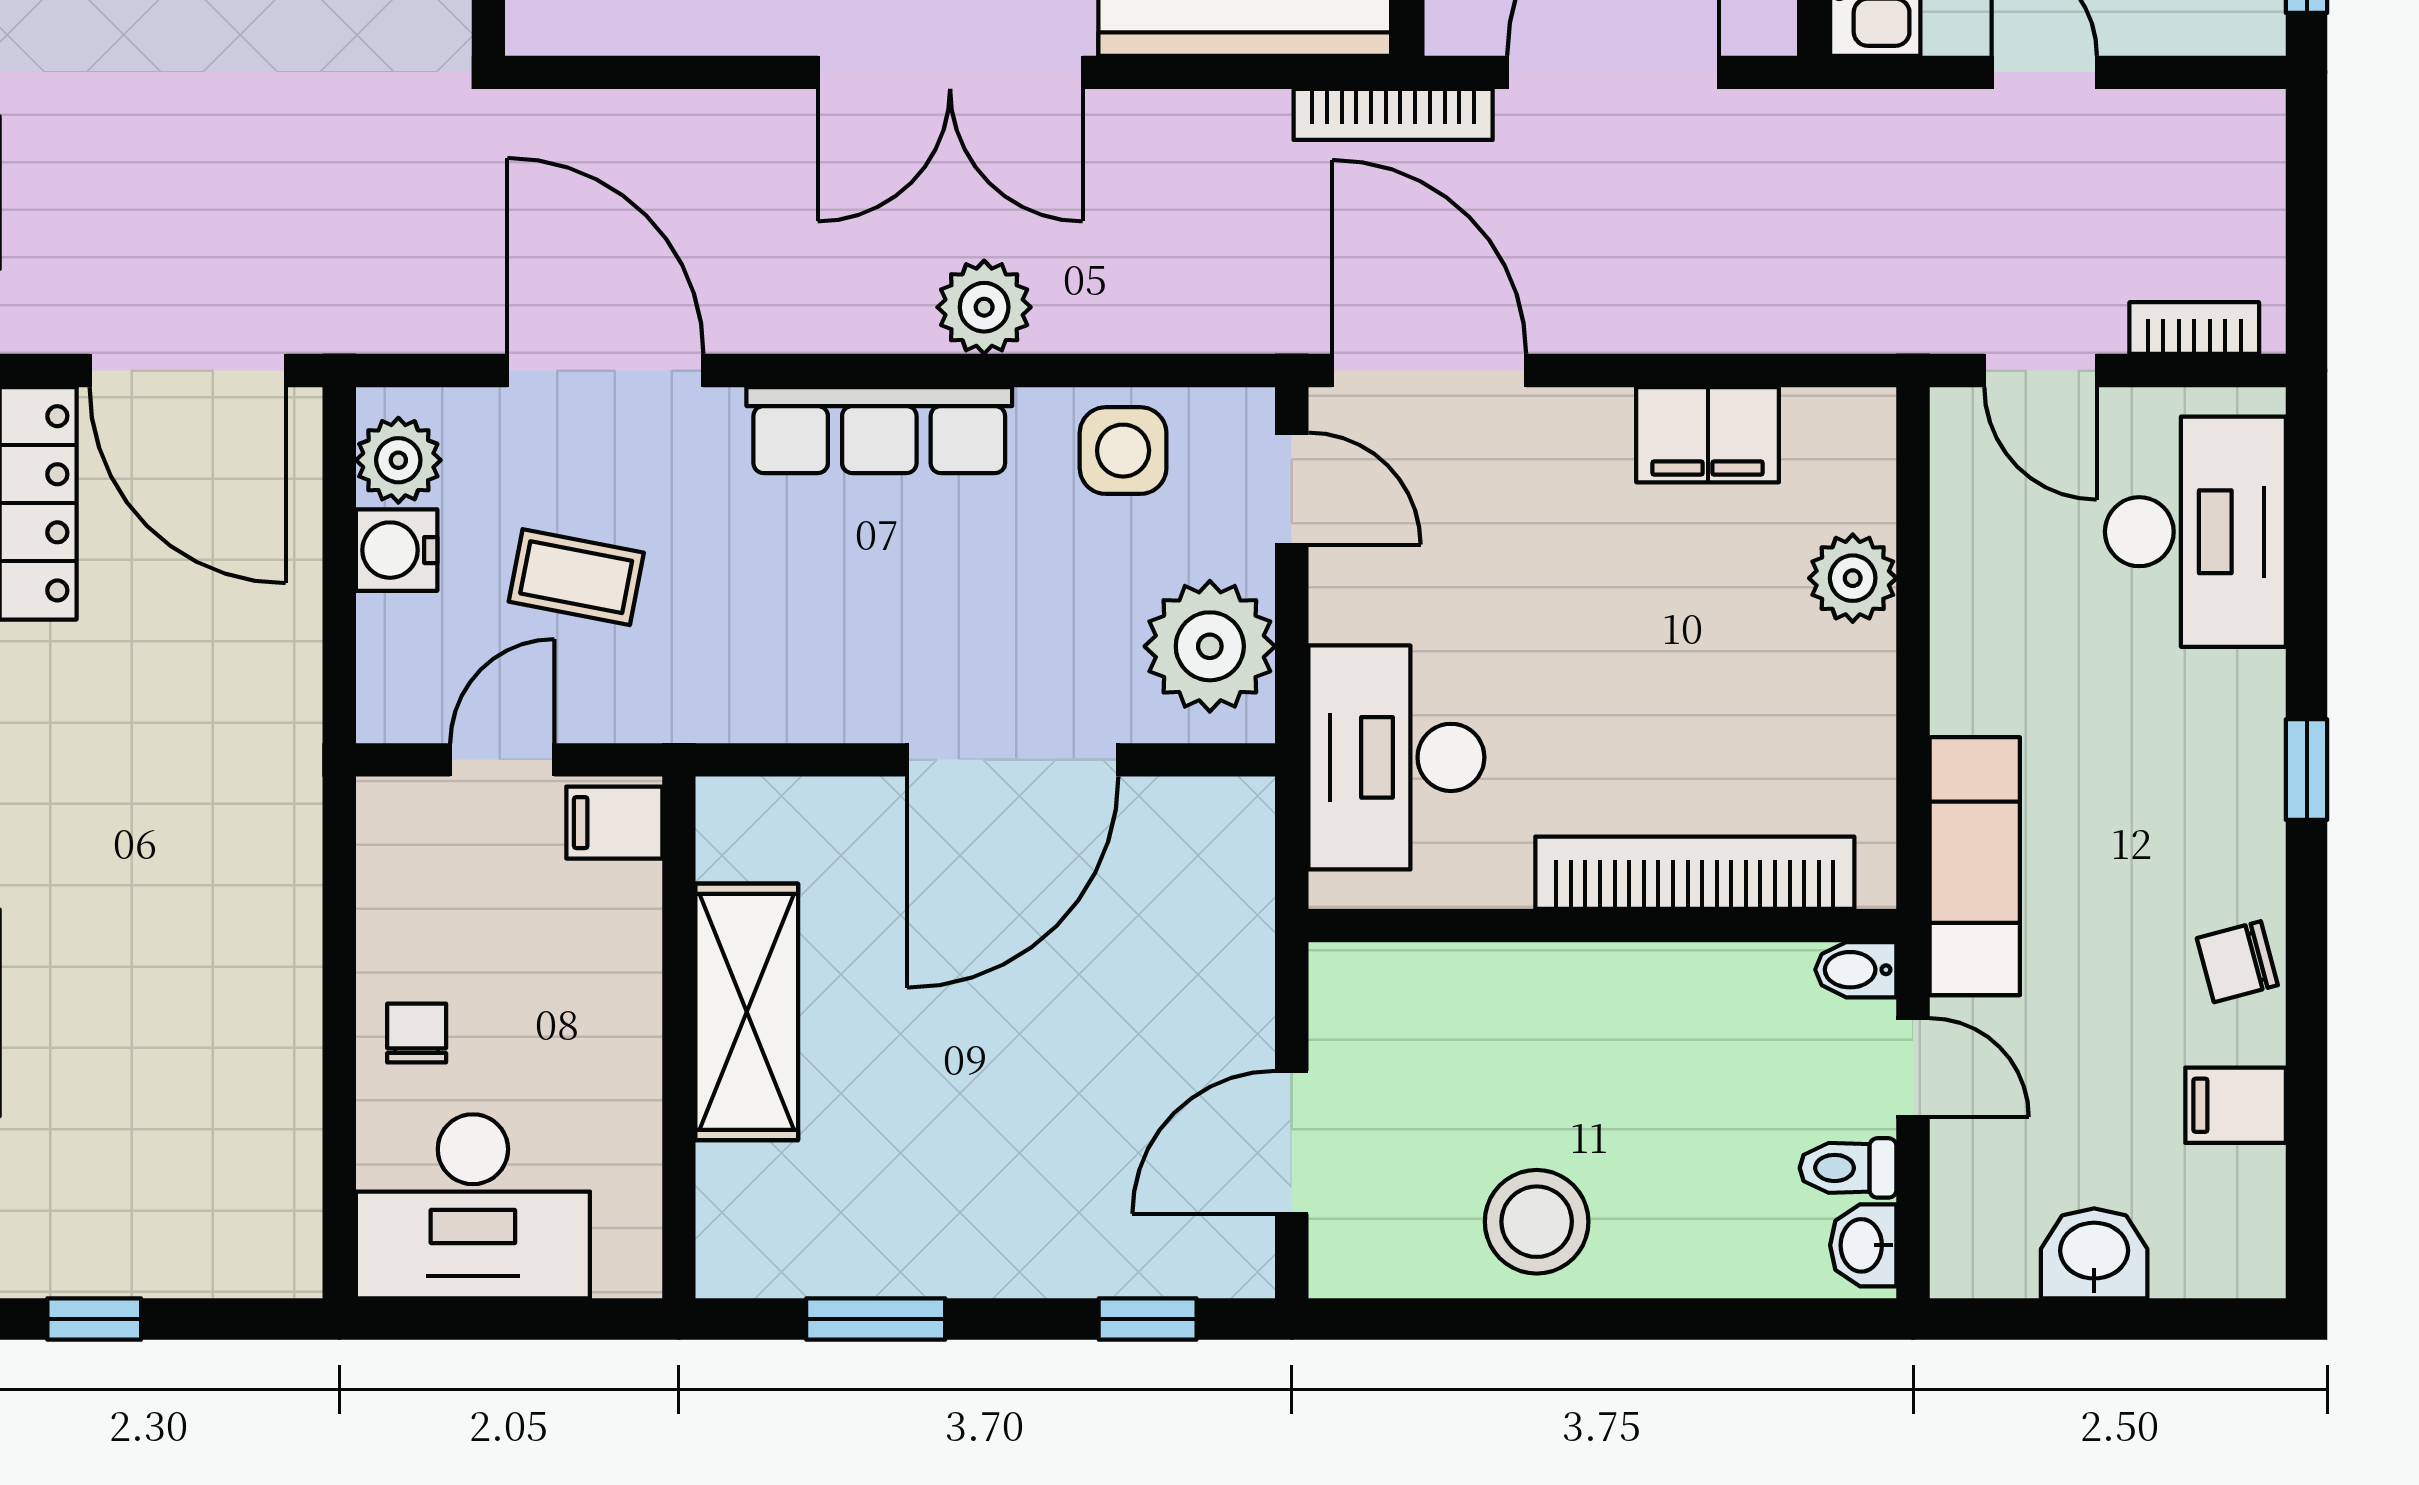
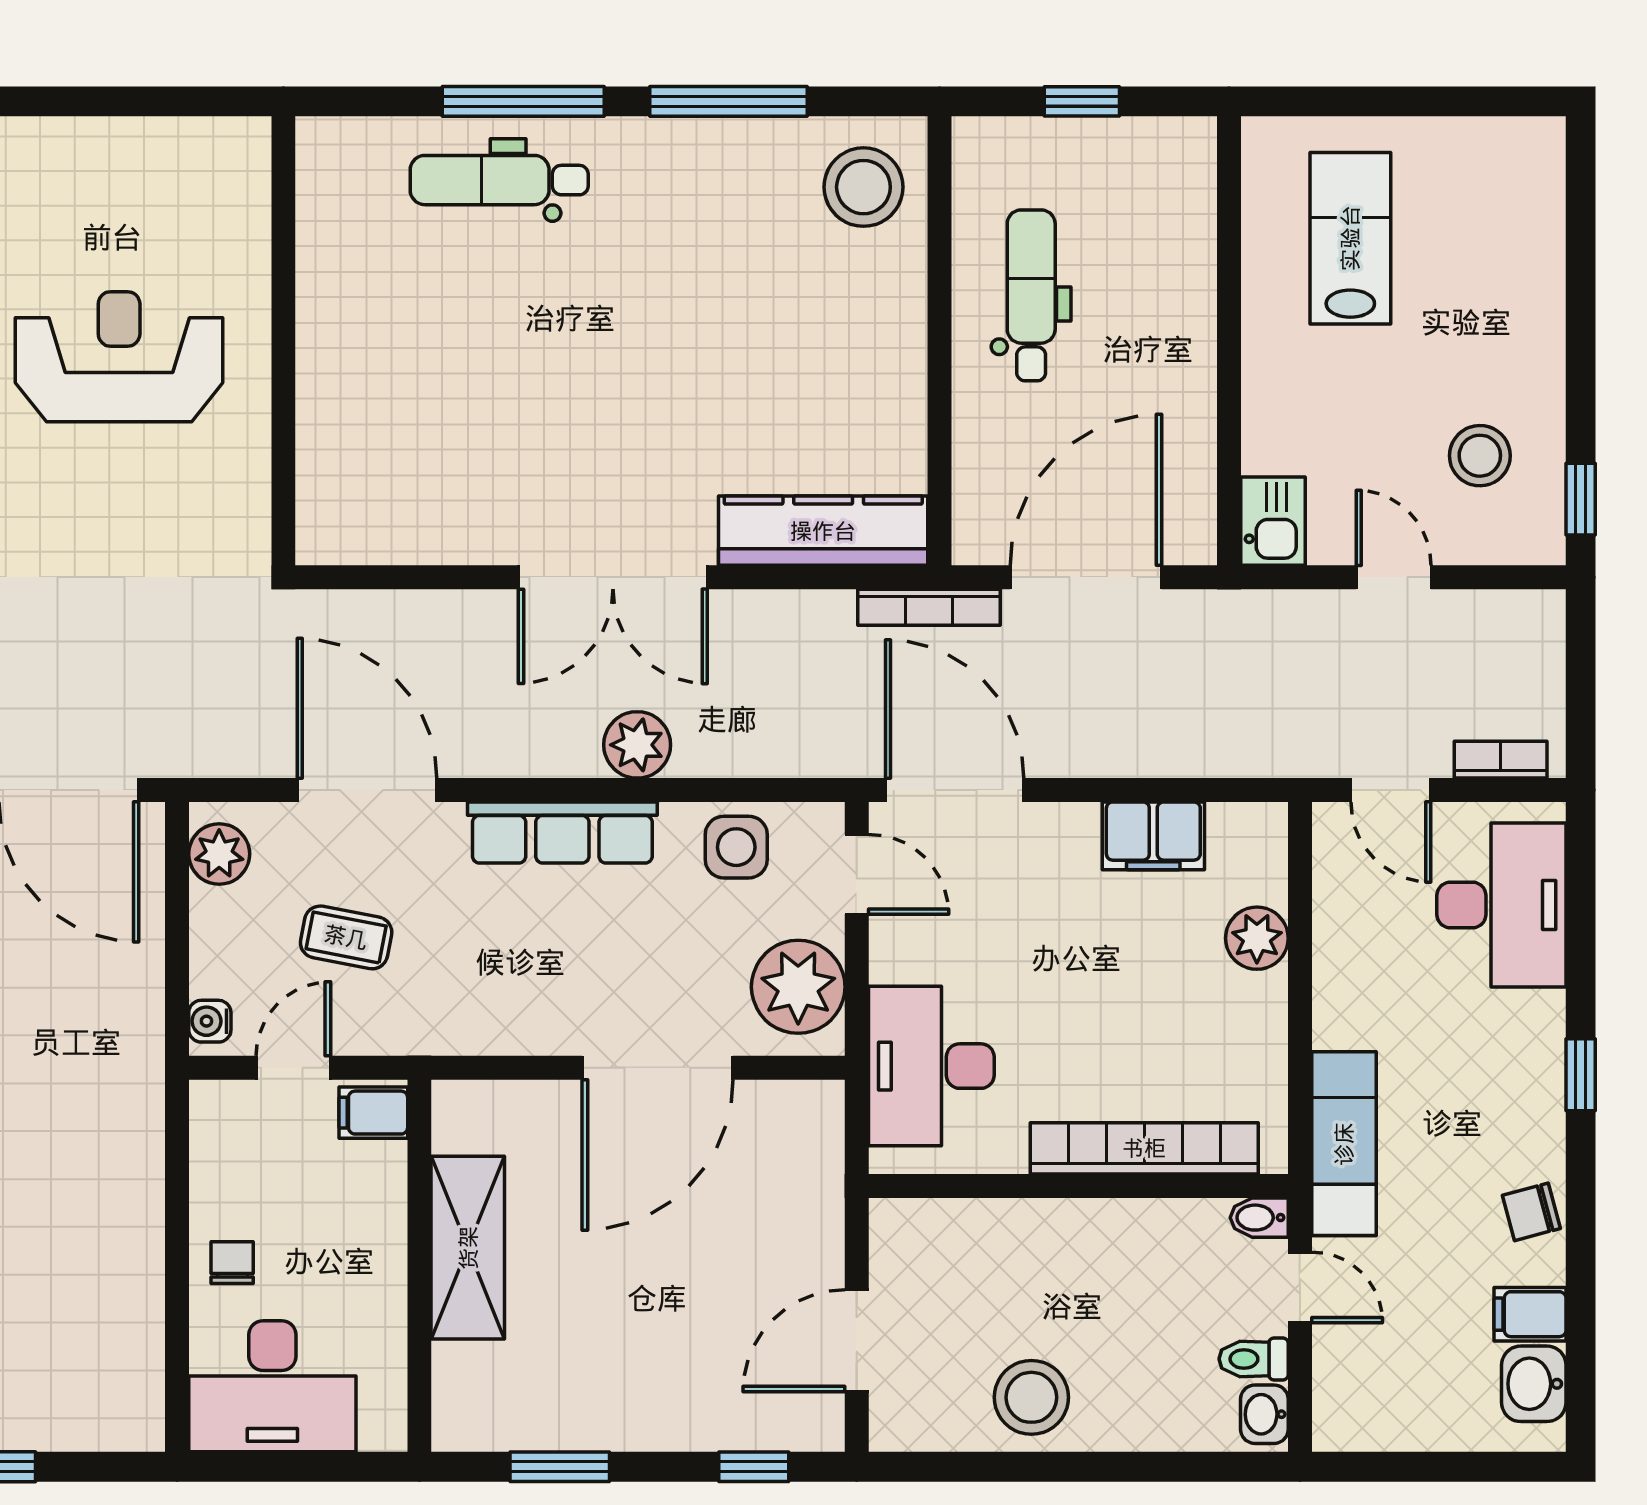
water cooler: (397, 550) -> (210, 1021), moved, width x0.72, depth x0.72
washbasin: (2094, 1253) -> (1534, 1384), moved, turned -90

